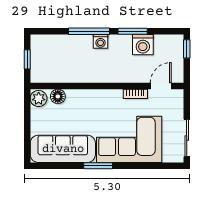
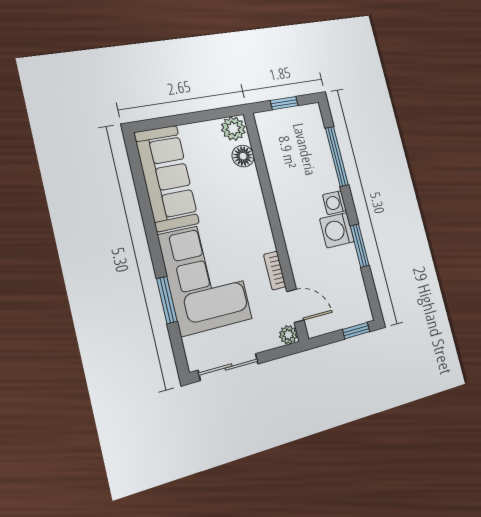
window: (89, 31) -> (337, 156), moved
washing machine: (143, 45) -> (337, 230), moved
plant: (177, 95) -> (288, 335), added
window: (98, 166) -> (167, 300), moved

